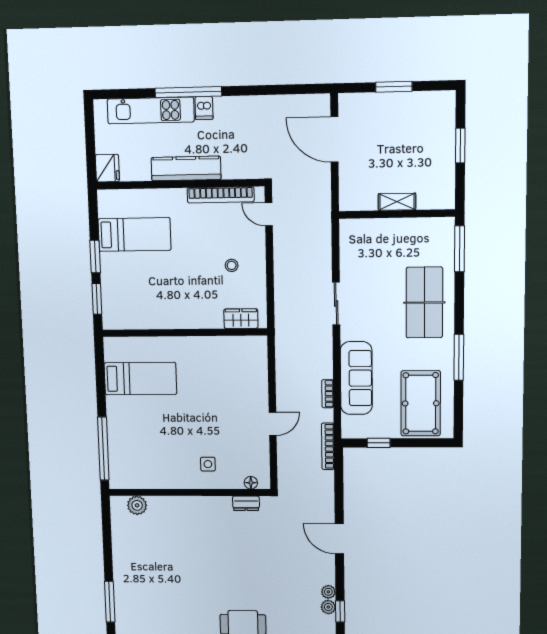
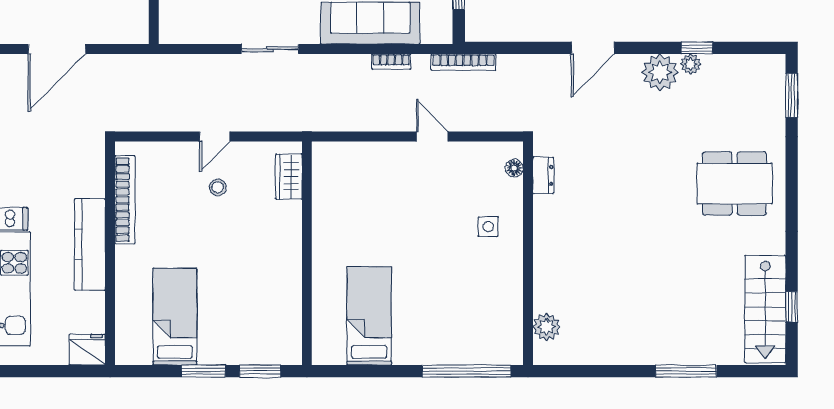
door: (269, 214) -> (215, 137), moved
plant: (328, 592) -> (660, 72), width x1.87, depth x1.87

